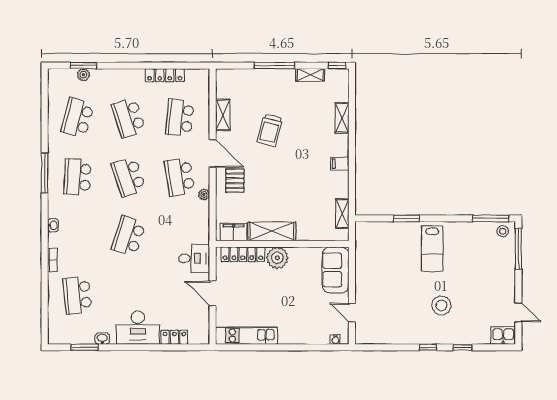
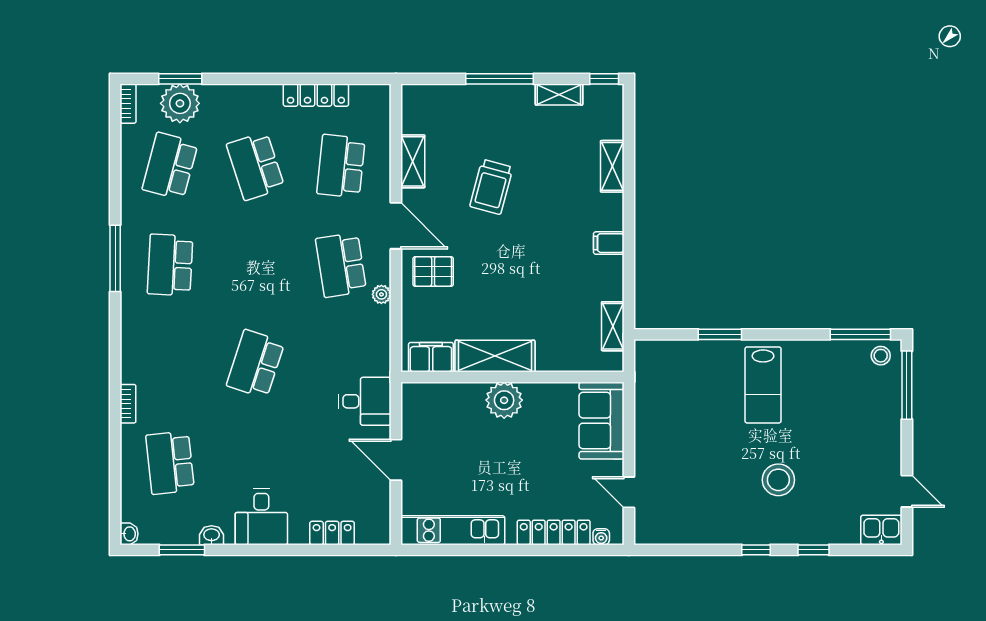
plant: (83, 75) -> (180, 103), width x1.87, depth x1.87
bookcase: (52, 80) -> (128, 104), added
school desk: (129, 177) -> (255, 265), removed
pallet: (235, 181) -> (433, 271), turned 90
washbasin: (53, 225) -> (129, 534), moved
locker: (243, 254) -> (554, 532), moved, turned 180
desk: (138, 328) -> (261, 517), width x0.73

